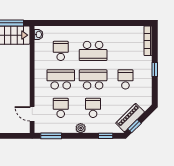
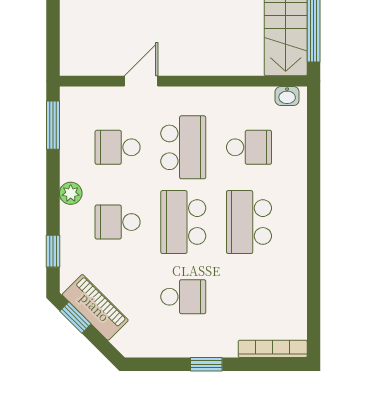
school desk: (93, 79) -> (183, 222), turned 180
school desk: (61, 108) -> (118, 147), turned 180
school desk: (93, 108) -> (118, 222), turned 180
door: (32, 114) -> (141, 81), moved

